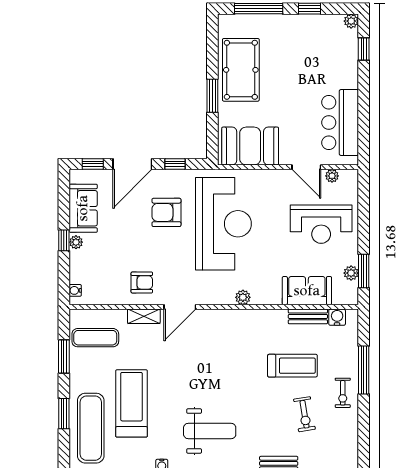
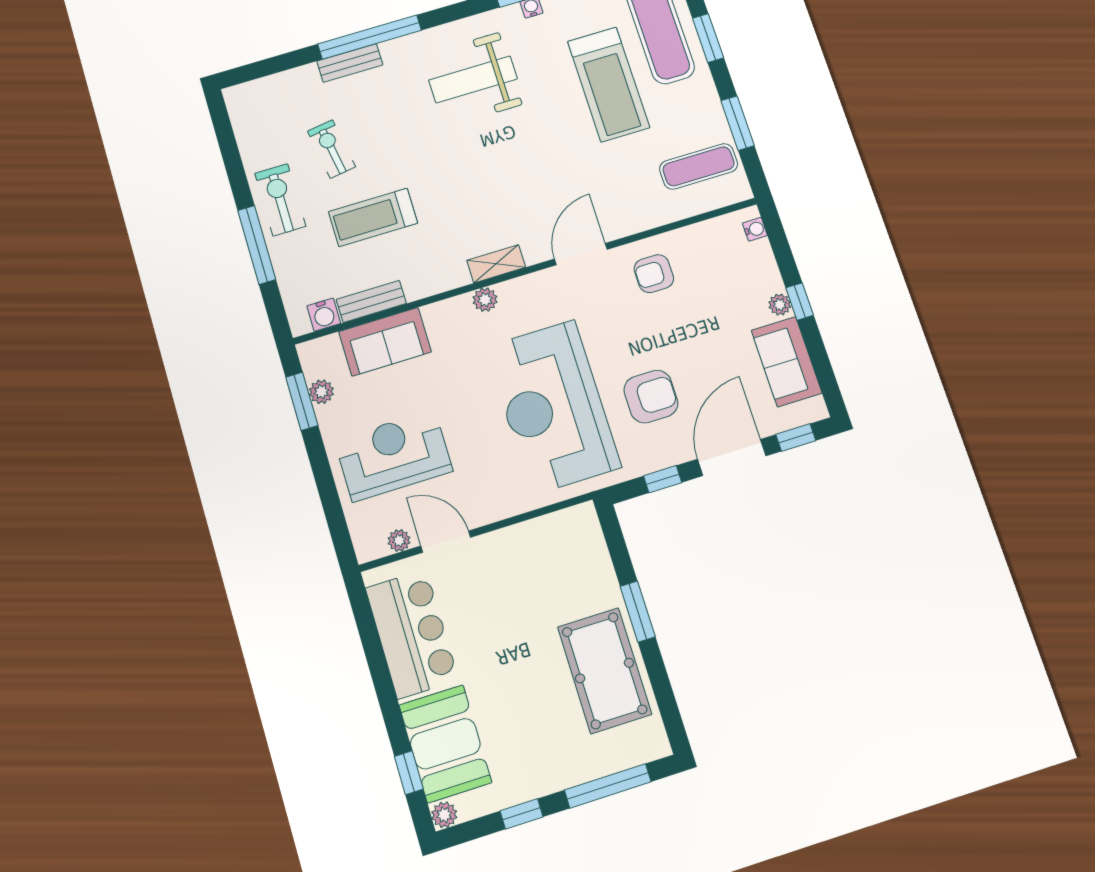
booth: (250, 146) -> (445, 744), moved, turned 90
shelving: (144, 316) -> (496, 264), moved
exercise bike: (343, 393) -> (280, 200), width x1.38, depth x1.39

